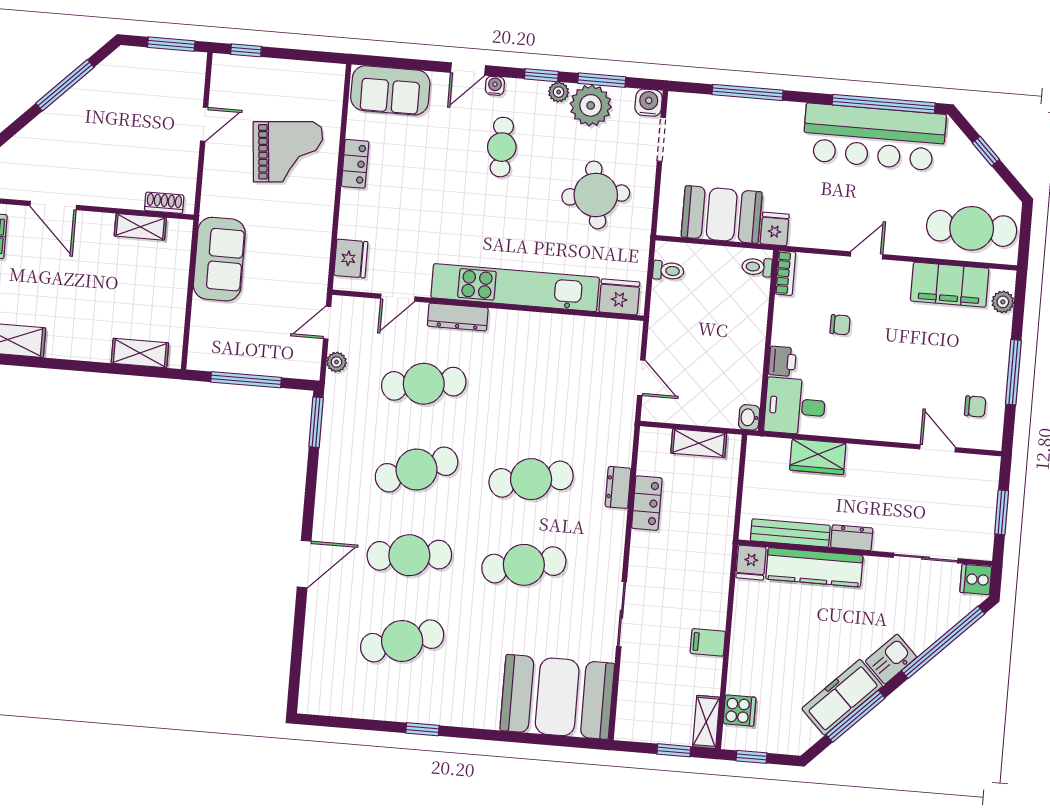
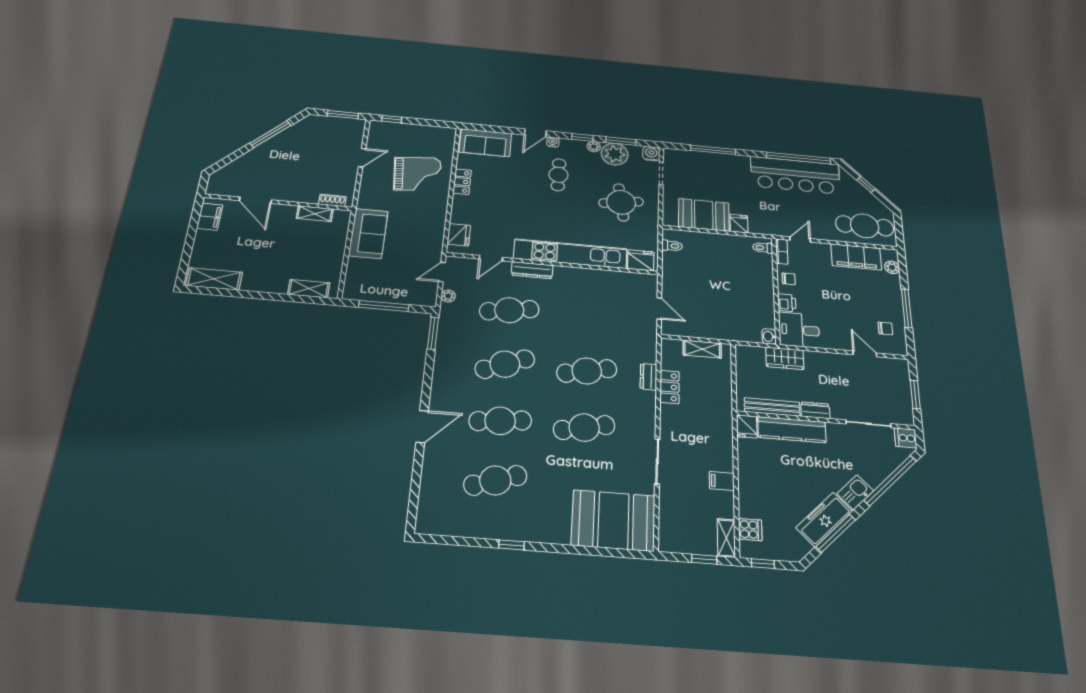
toilet: (757, 267) -> (763, 248), moved
bookcase: (785, 273) -> (782, 251), moved
wall: (768, 341) -> (776, 290), moved
printer: (782, 361) -> (787, 303), moved
desk: (795, 406) -> (799, 330), moved
washbasin: (749, 417) -> (769, 336), moved

